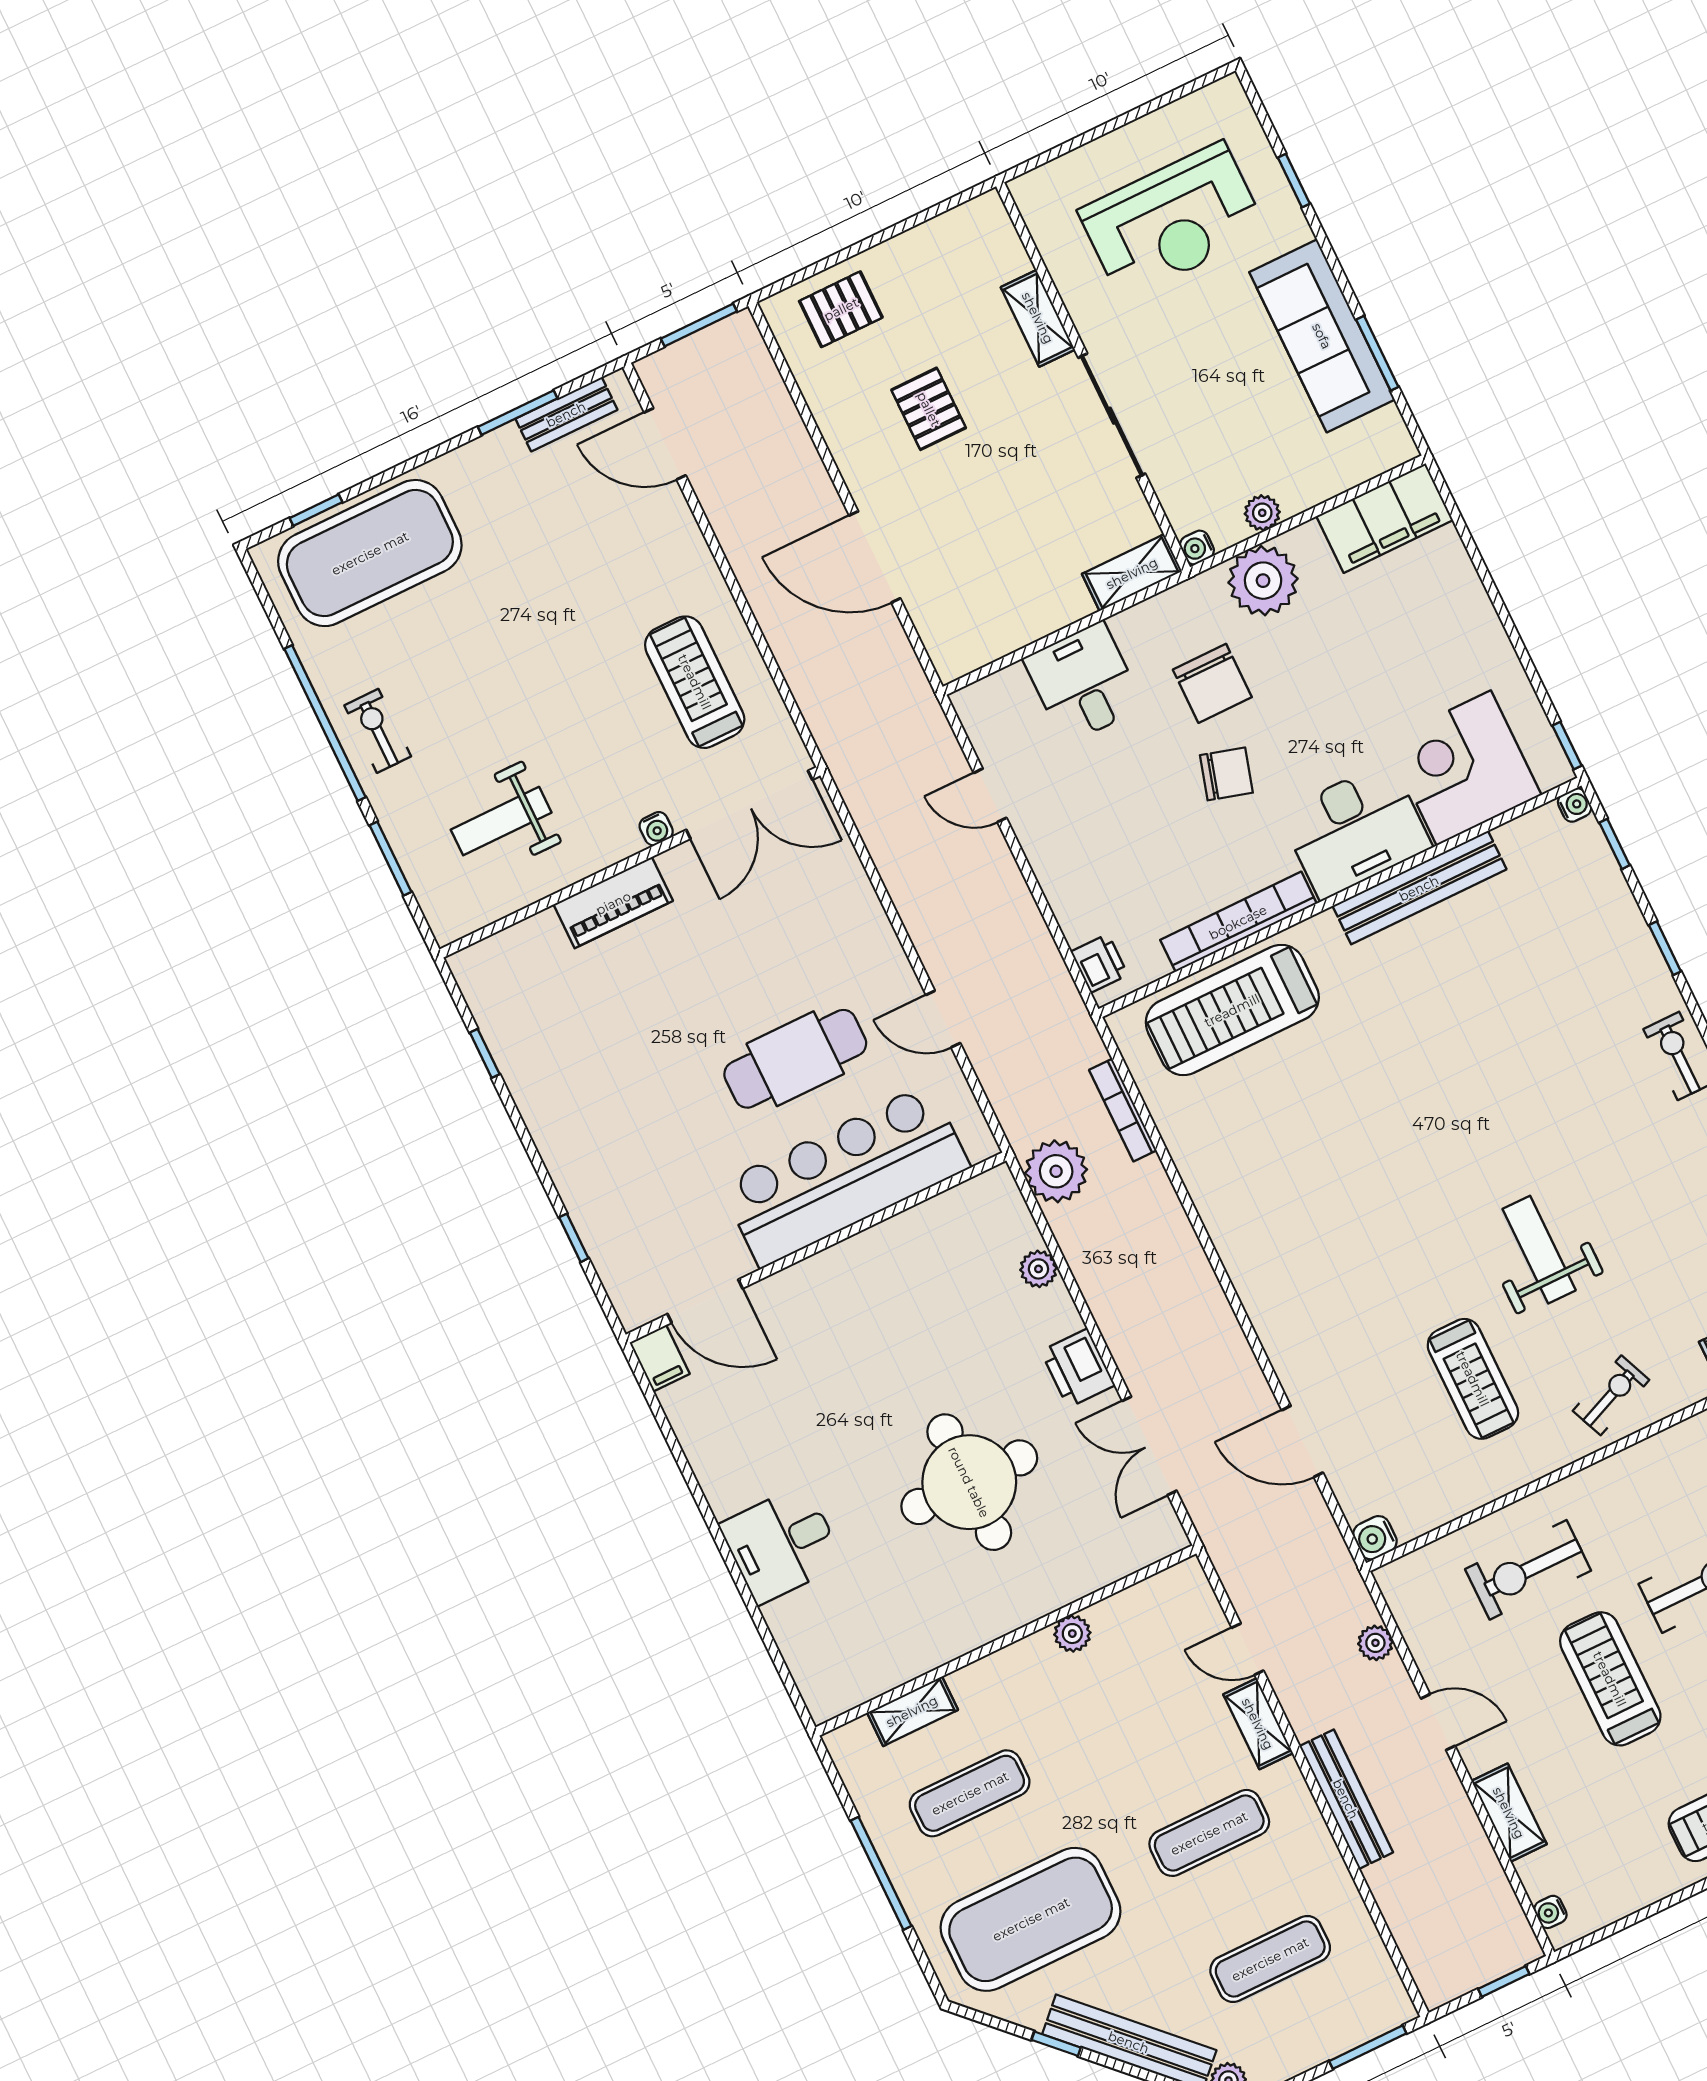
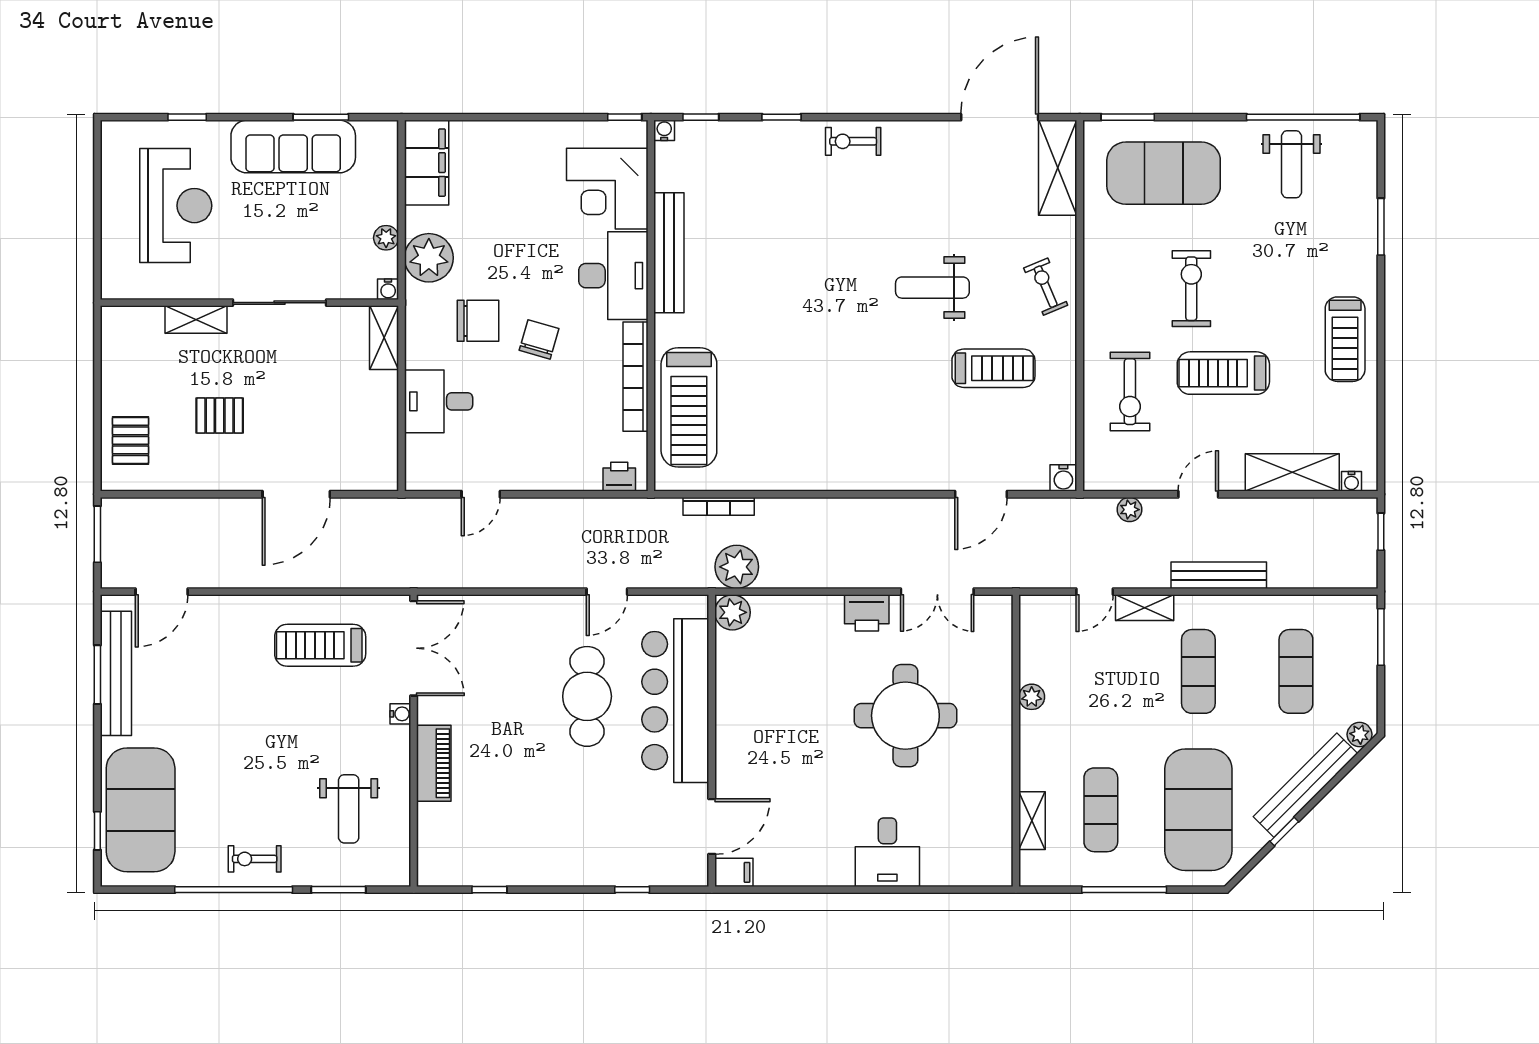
bench: (566, 414) -> (116, 673), width x1.86, depth x1.21
plant: (1038, 1269) -> (732, 612), moved, width x1.38, depth x1.38
shelving: (1509, 1813) -> (1292, 472), width x1.50, depth x1.33

